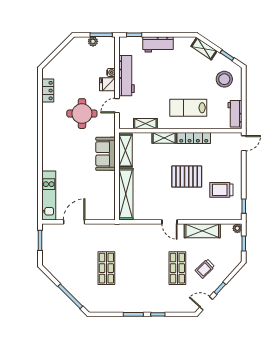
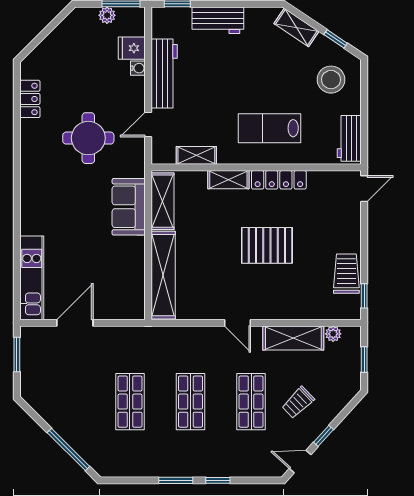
fridge: (107, 84) -> (132, 48), moved
trolley: (221, 190) -> (346, 274), moved, turned 90
plant: (237, 228) -> (333, 334), moved
shop shelf: (142, 268) -> (191, 402), added

